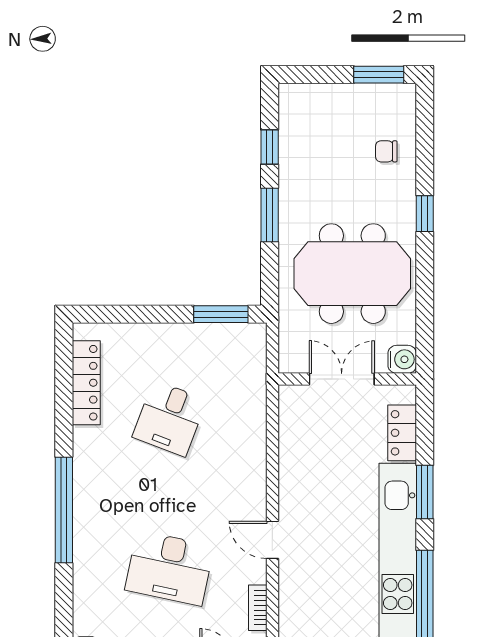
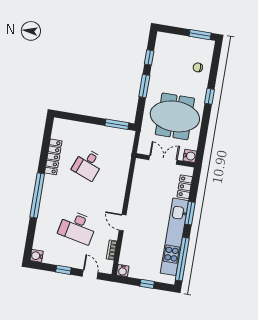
locker: (86, 383) -> (53, 157), moved

